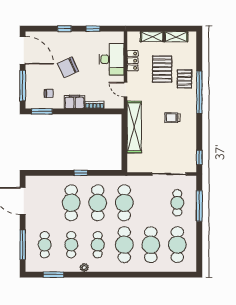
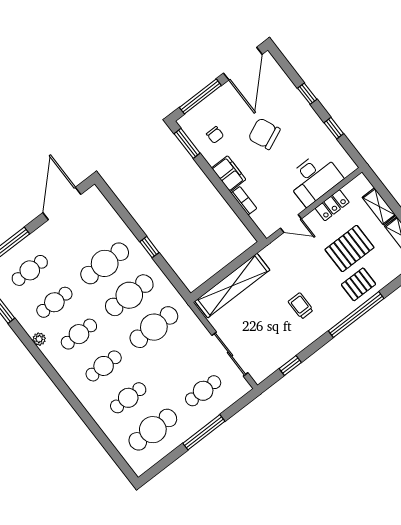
door: (126, 90) -> (291, 224), swing flipped
shelving: (134, 127) -> (232, 286), moved
window: (199, 157) -> (290, 366), moved
window: (199, 206) -> (204, 432), moved
cafe table: (124, 245) -> (104, 366), width x0.73, depth x0.74
cafe table: (151, 245) -> (128, 398), width x0.73, depth x0.74

